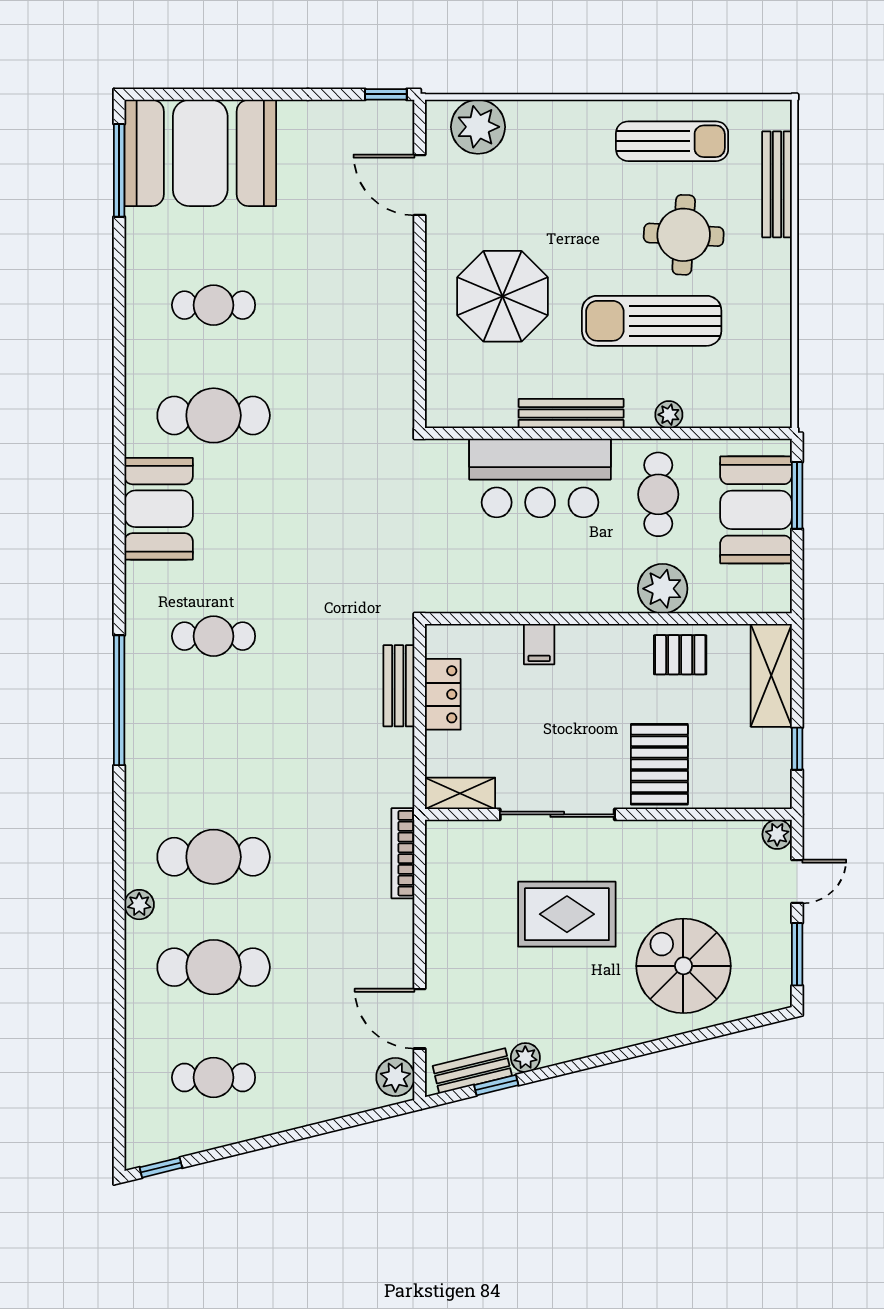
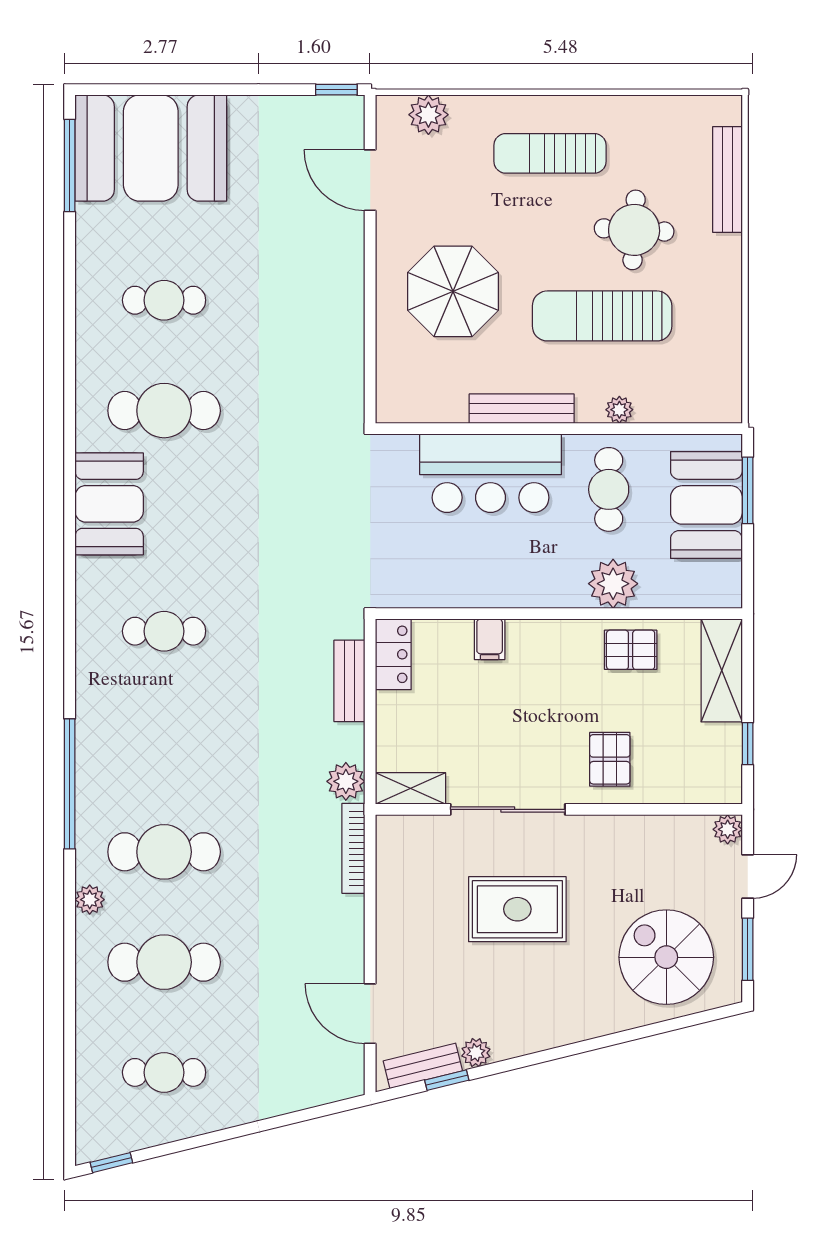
plant: (478, 127) -> (428, 115), width x0.73, depth x0.73
sun lounger: (672, 141) -> (550, 153), moved, turned 180
locker: (443, 694) -> (393, 654), moved
window: (119, 700) -> (70, 784), moved
pallet: (659, 764) -> (610, 759), width x0.67, depth x0.71
spiral stairs: (683, 966) -> (666, 957), moved
plant: (395, 1077) -> (346, 781), moved

